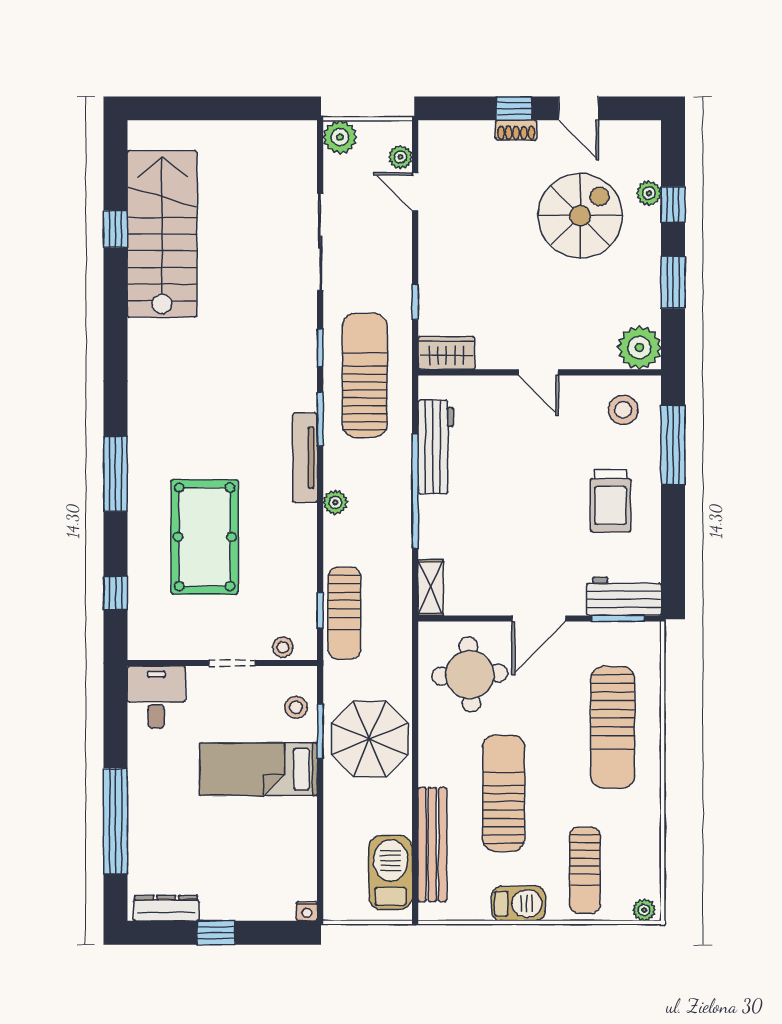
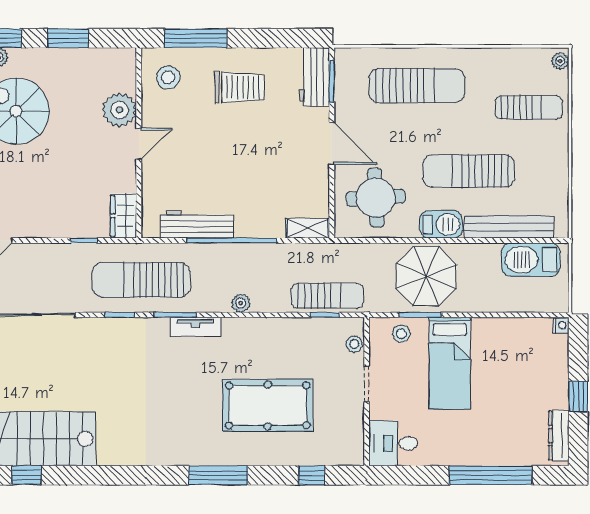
plant: (639, 348) -> (119, 110), moved
tv unit: (305, 458) -> (195, 327), width x0.71
barbecue: (518, 903) -> (441, 224), moved, turned 90

